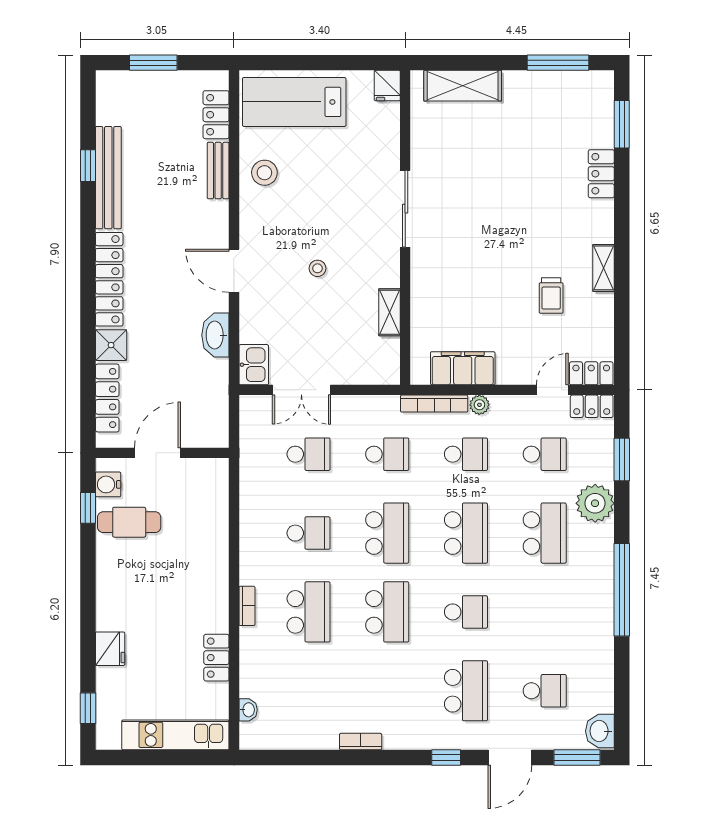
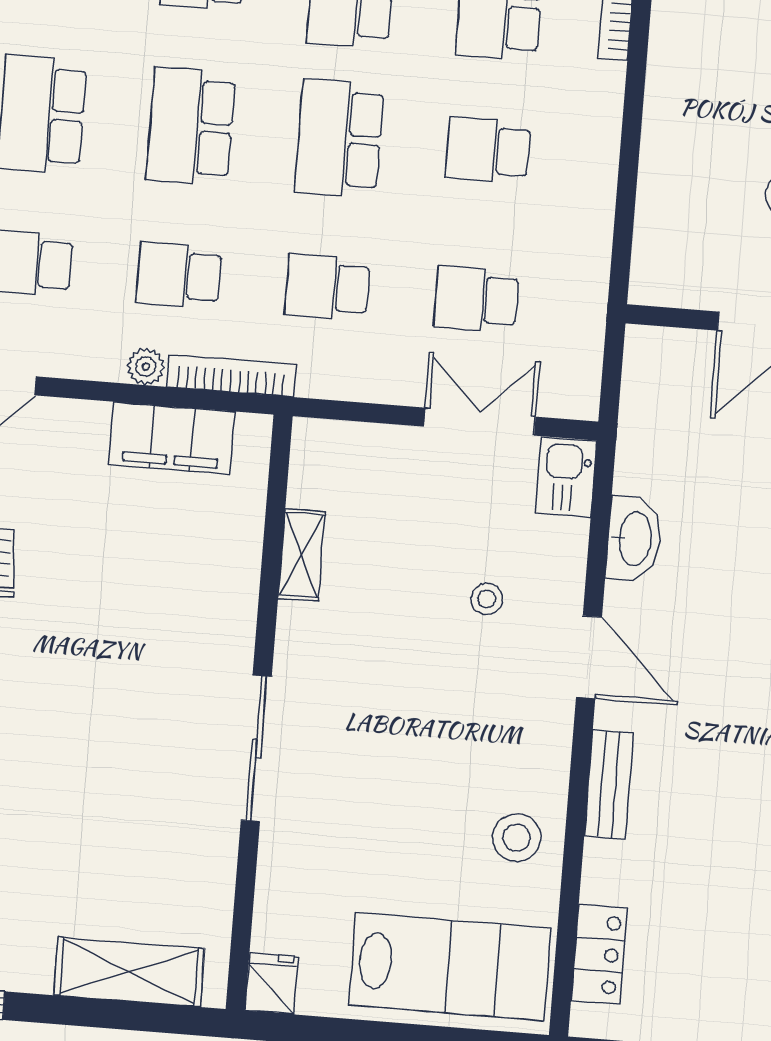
bench: (218, 171) -> (609, 785), moved
stool: (317, 268) -> (487, 599), moved

